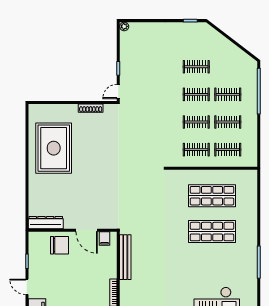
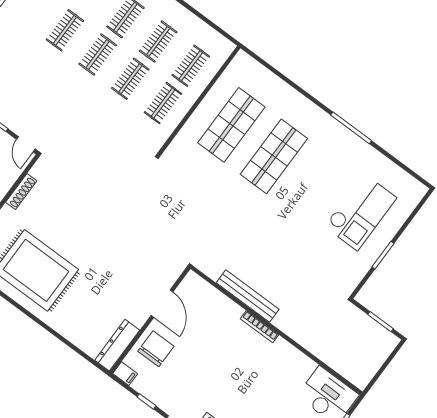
door: (87, 230) -> (162, 304), hinge flipped
filing cabinet: (104, 238) -> (125, 374), moved
bench: (125, 257) -> (248, 296), moved

